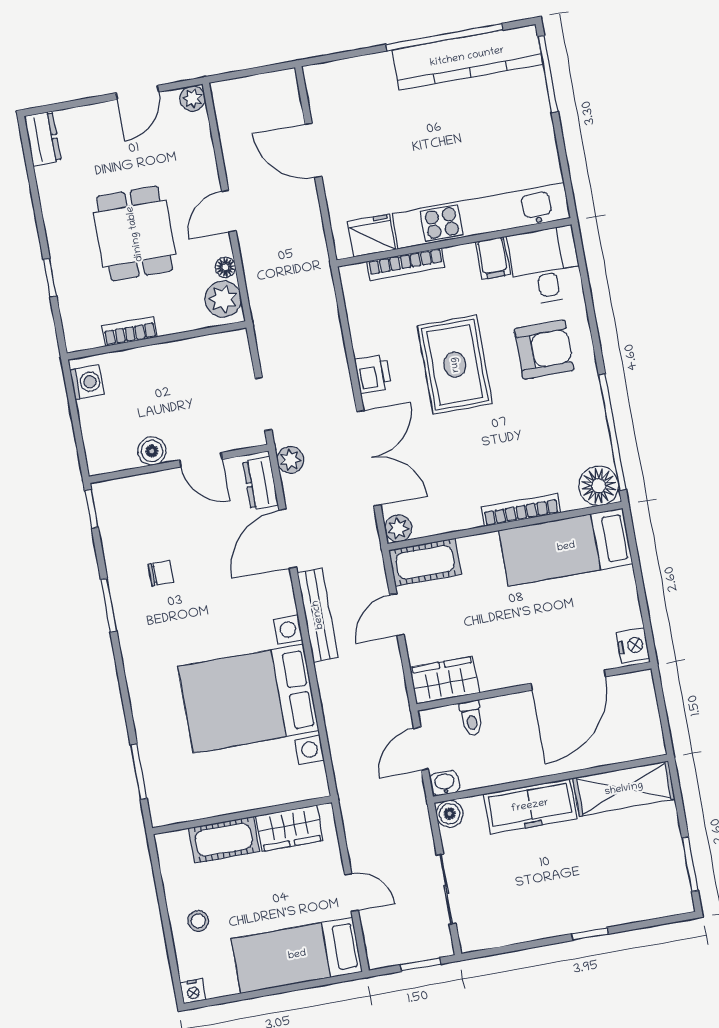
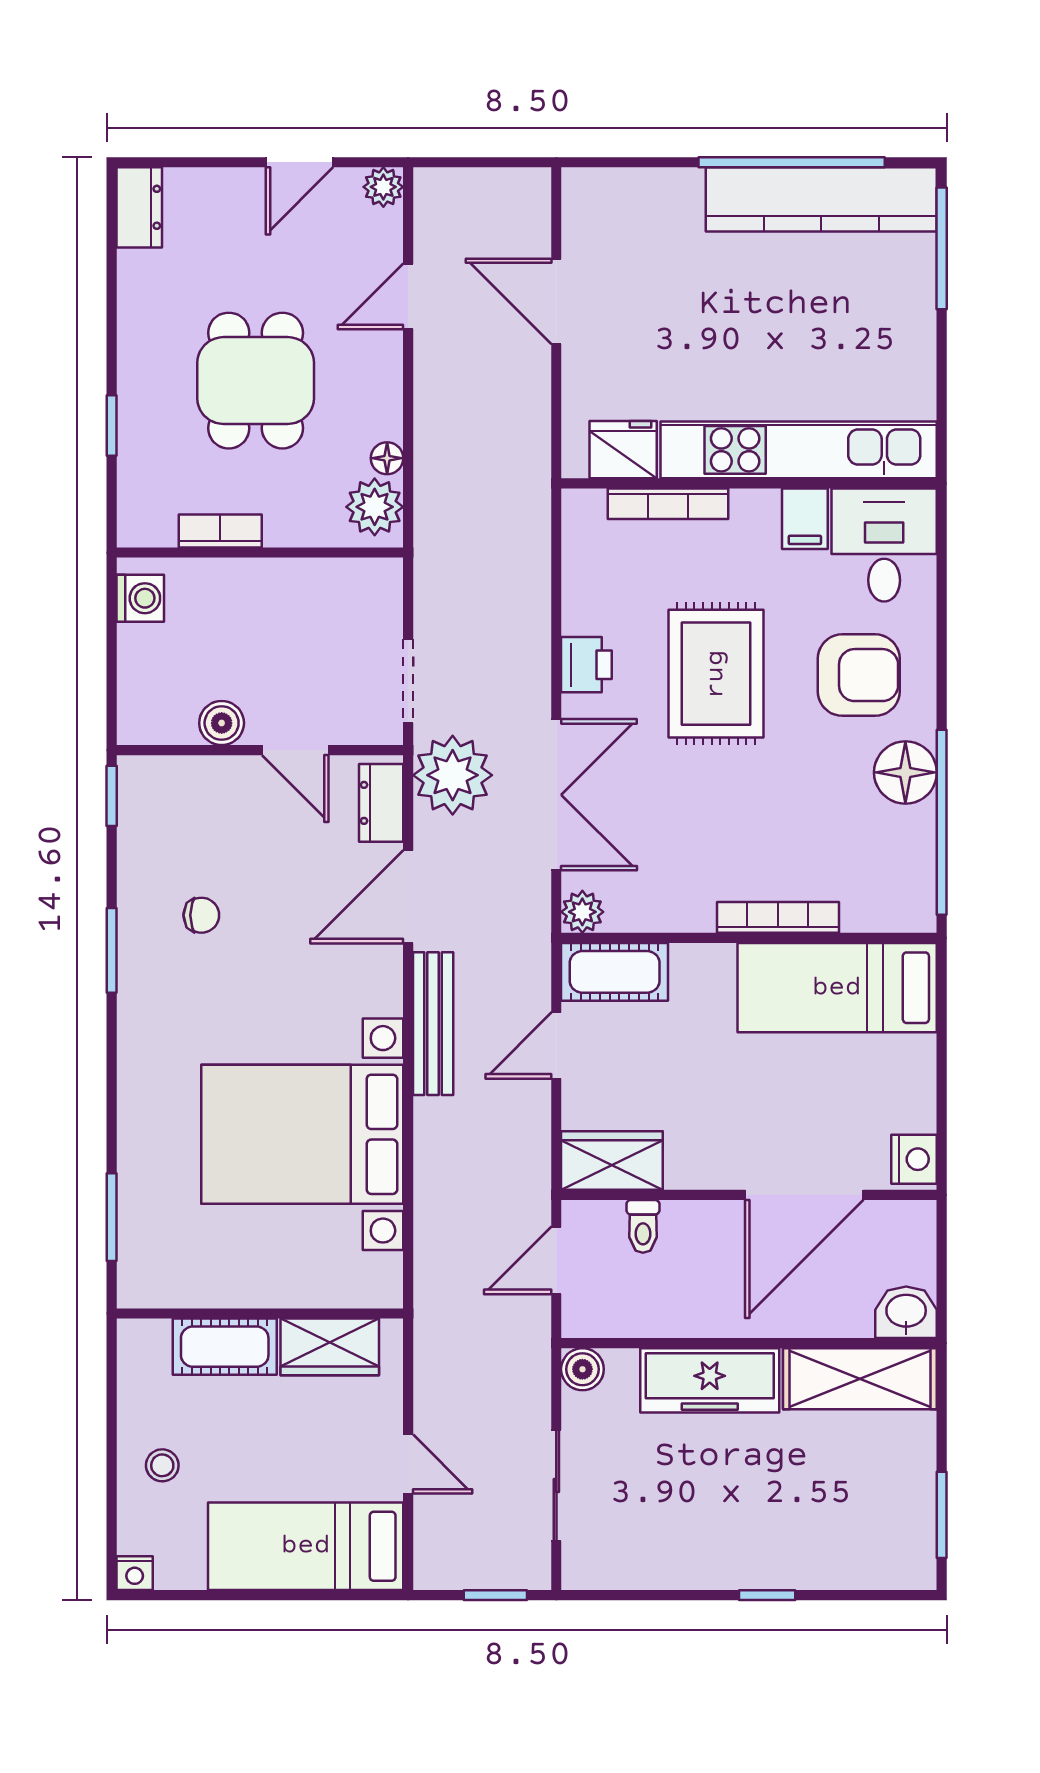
door: (229, 211) -> (408, 296), moved
plant: (290, 460) -> (453, 775), width x1.88, depth x1.88
floor lamp: (599, 486) -> (905, 772), moved
washbasin: (445, 783) -> (906, 1312), moved, width x1.38, depth x1.45

